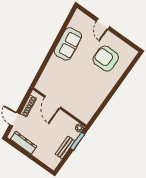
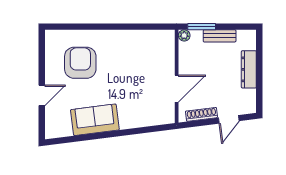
armchair: (106, 59) -> (80, 63), turned 180
dresser: (24, 143) -> (249, 69), moved

